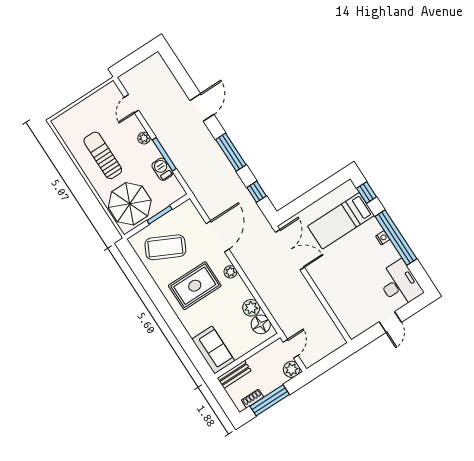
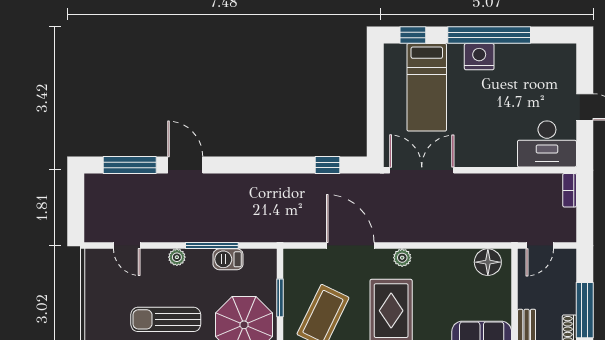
window: (231, 152) -> (130, 165), moved
nightstand: (383, 238) -> (479, 57), width x1.89, depth x1.79
desk: (400, 284) -> (547, 144), moved, turned 180
plant: (251, 308) -> (461, 261), removed
bookcase: (335, 345) -> (570, 190), added
door: (291, 349) -> (540, 246), swing flipped
plant: (292, 369) -> (565, 260), removed

